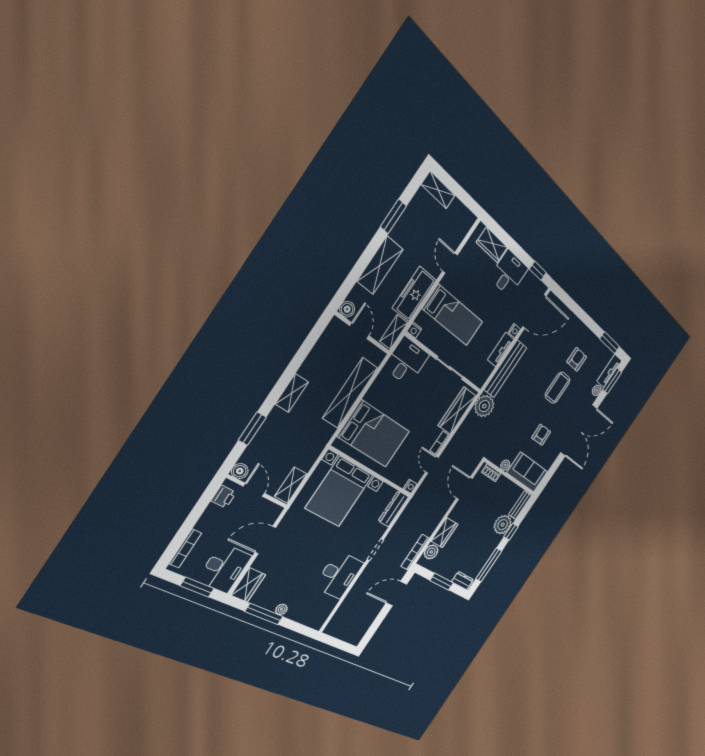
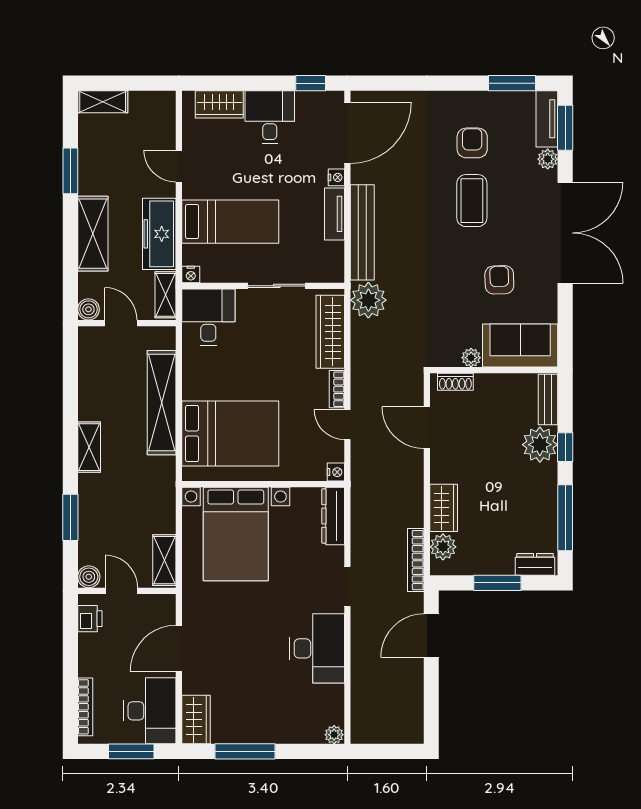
plant: (281, 609) -> (334, 735), moved

